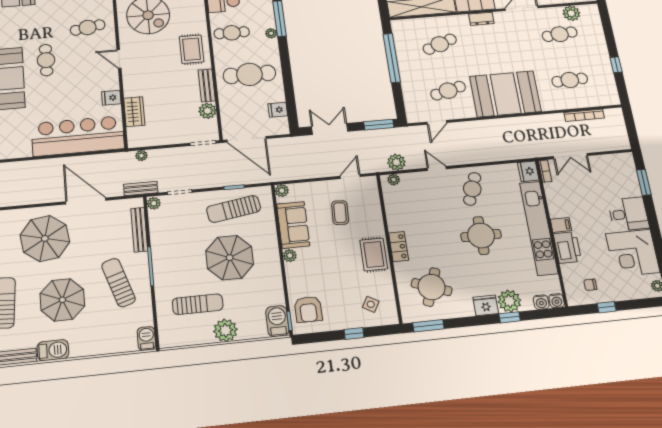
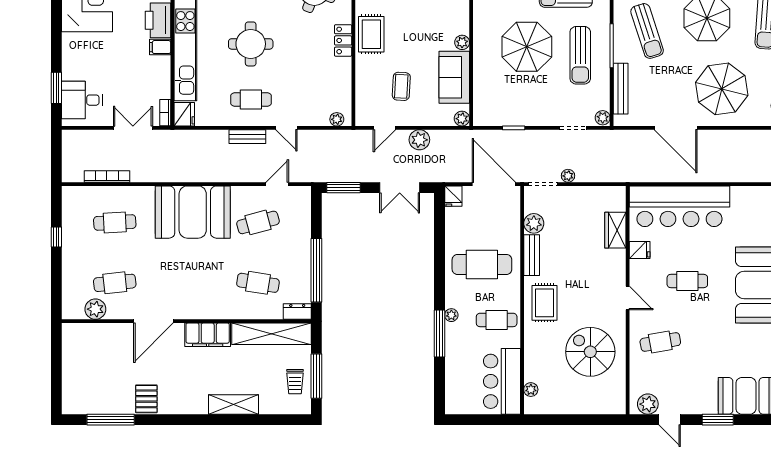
dresser: (481, 19) -> (297, 312), moved
cafe table: (440, 44) -> (258, 283), turned 30
cafe table: (46, 60) -> (687, 281), moved, turned 90
fridge: (278, 110) -> (453, 196), moved, turned 90
plant: (141, 156) -> (568, 176), moved
plant: (396, 162) -> (419, 140), moved
bench: (141, 188) -> (247, 137), moved
cafe table: (472, 189) -> (251, 99), turned 69
sun lounger: (234, 209) -> (580, 55), moved, turned 99
desk: (628, 214) -> (82, 100), moved

